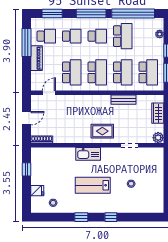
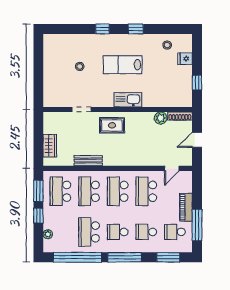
plant: (158, 138) -> (161, 118), moved
lab bench: (93, 185) -> (123, 65), turned 180

